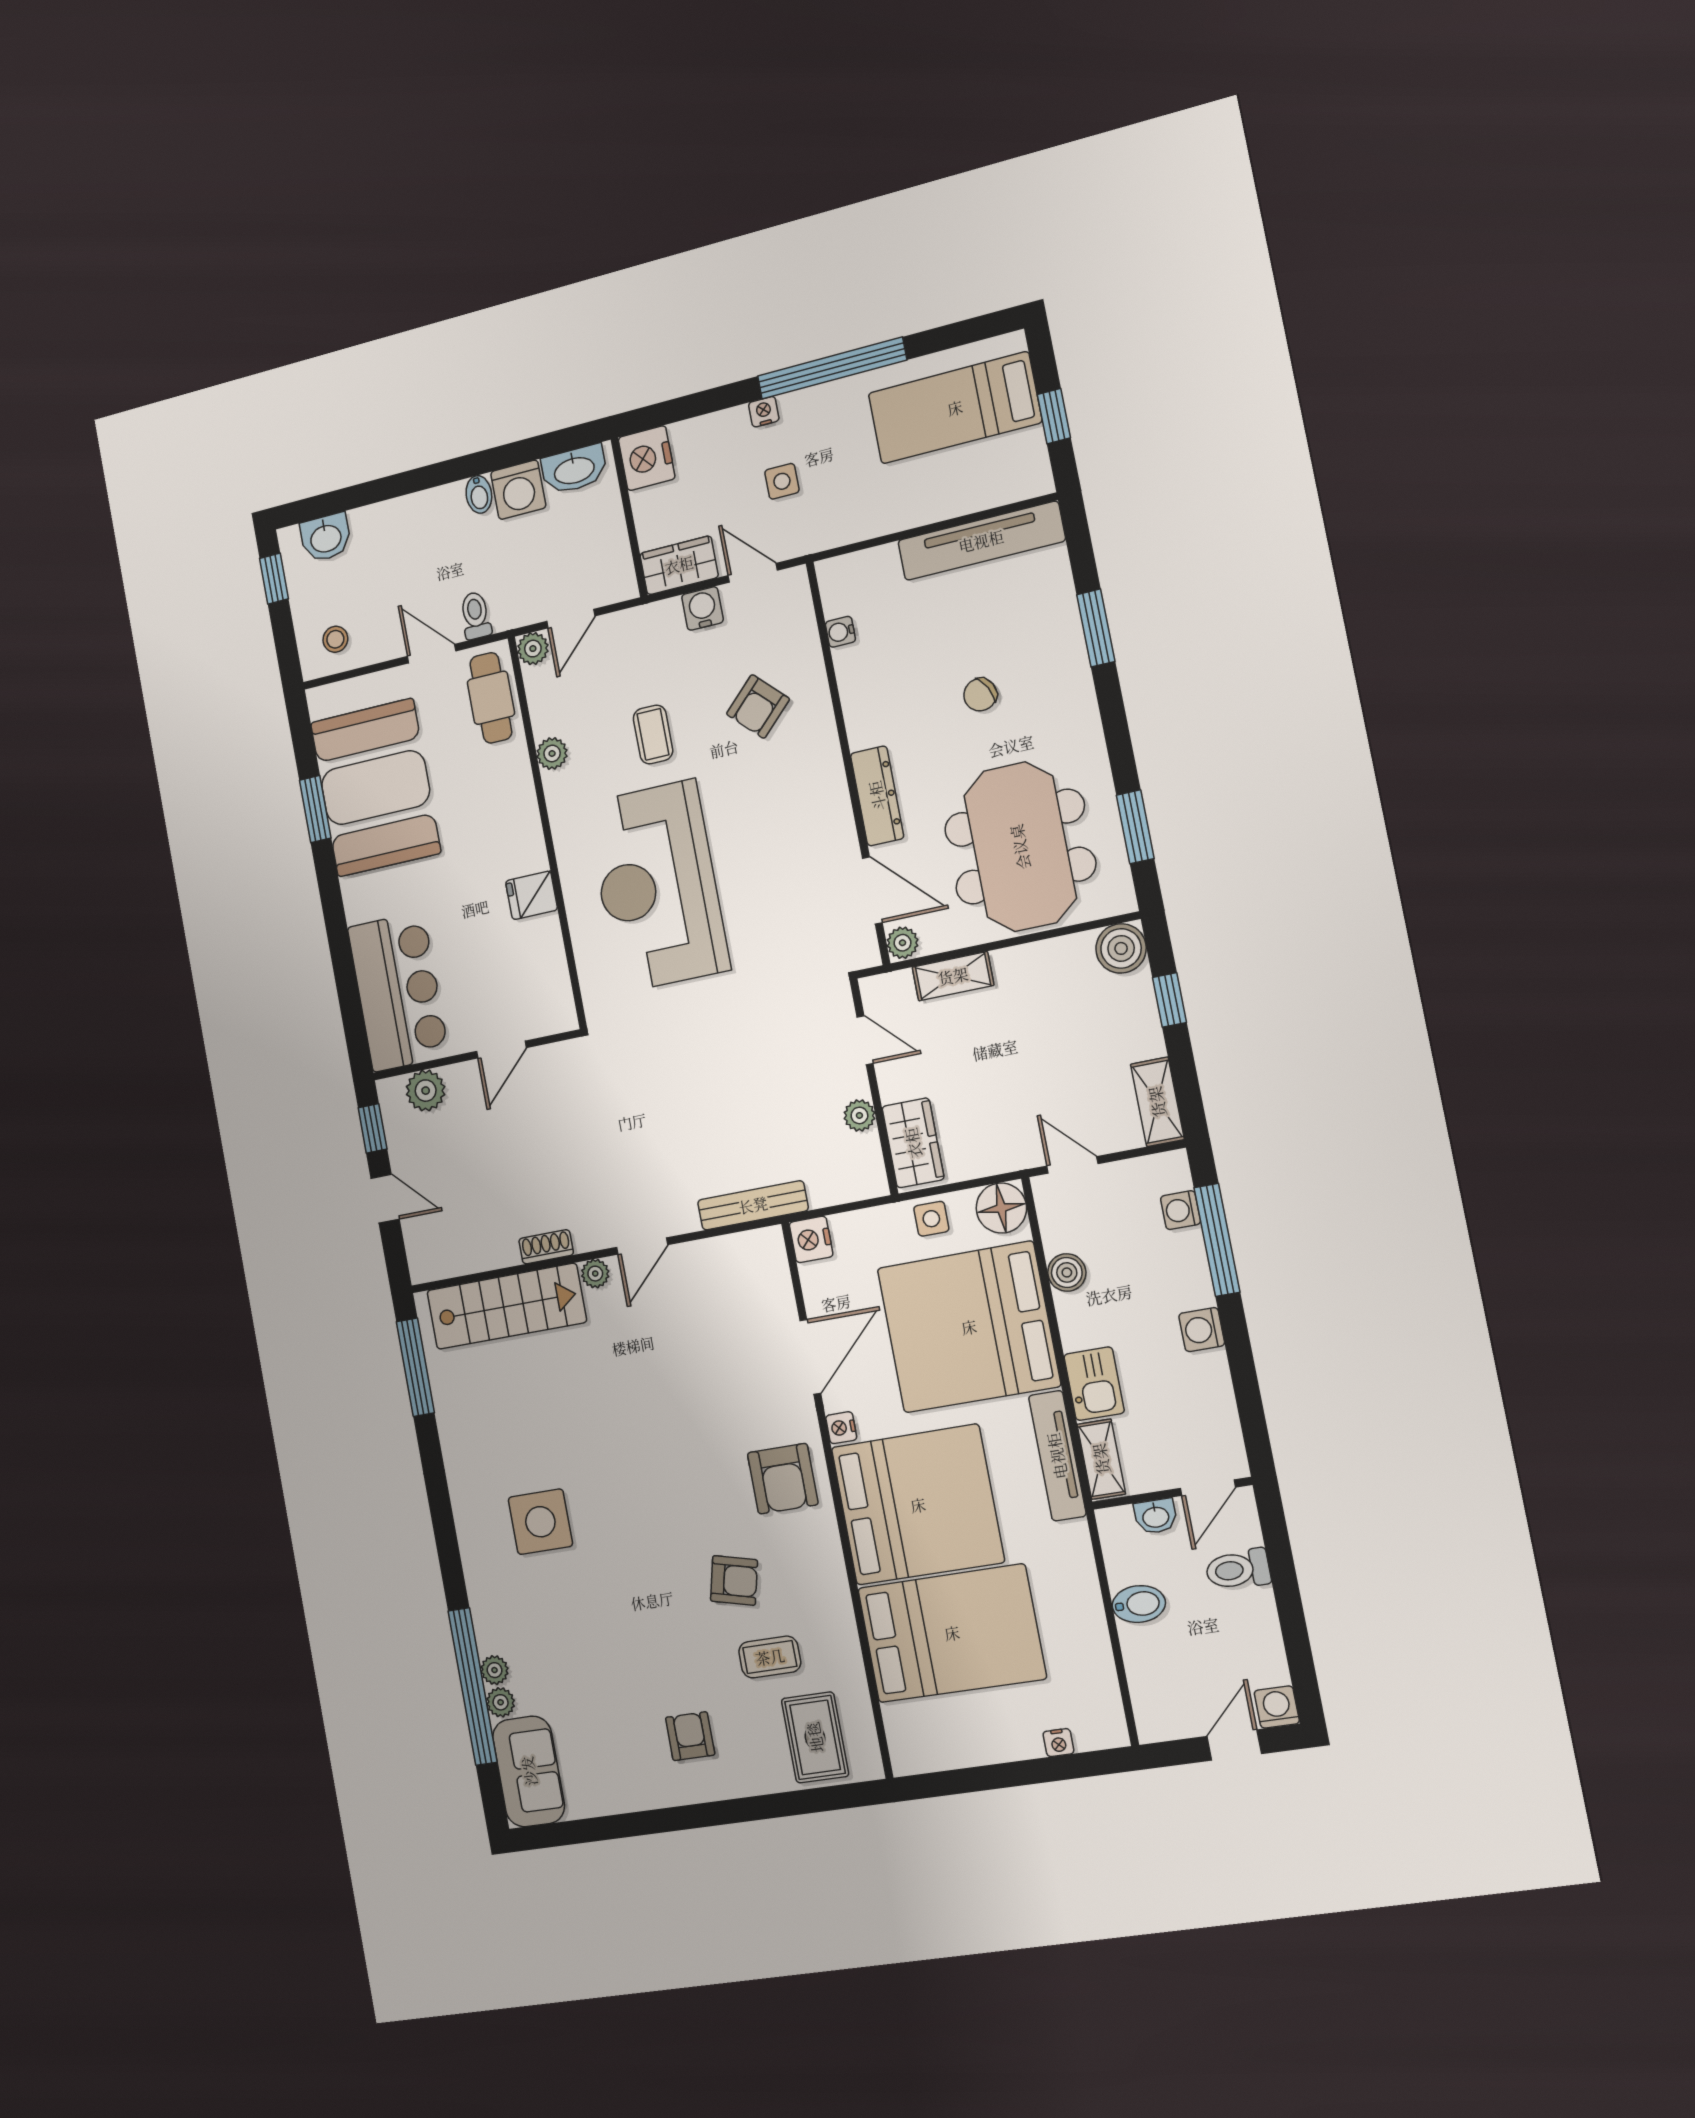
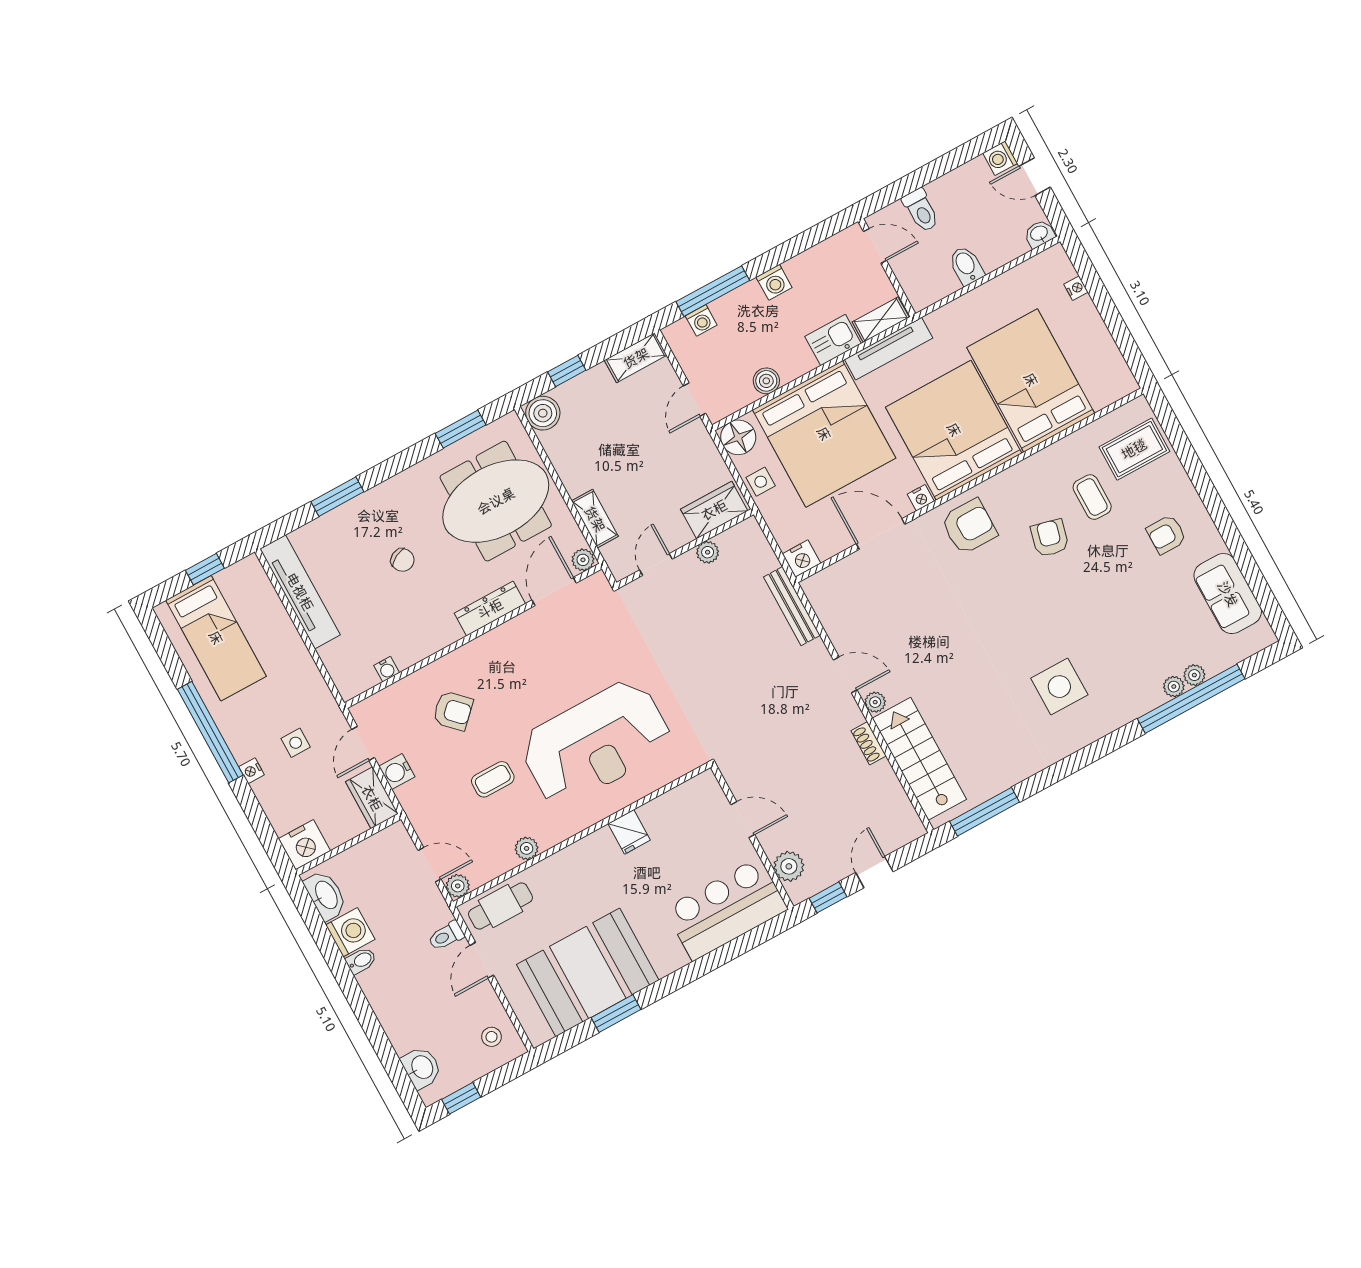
washbasin: (1156, 1516) -> (1039, 234), moved, turned -90
sofa: (529, 1771) -> (1228, 594), moved, turned -90

